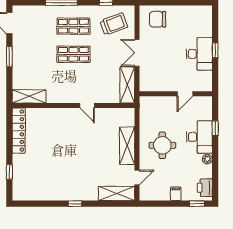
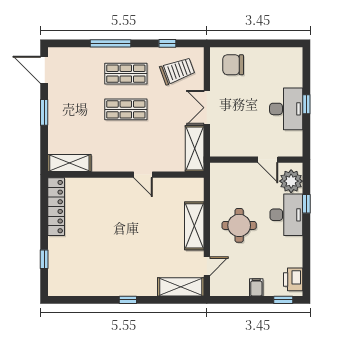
door: (185, 94) -> (268, 160), hinge flipped
plant: (207, 159) -> (291, 181), moved, width x1.87, depth x1.87

